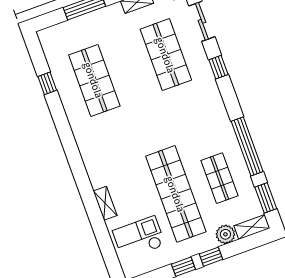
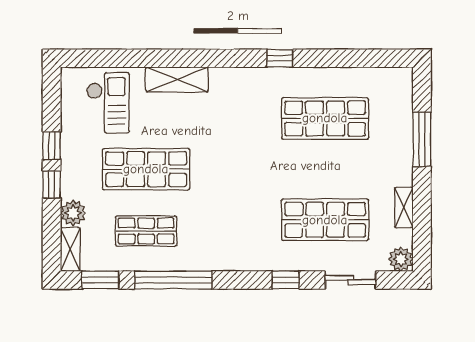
window: (47, 83) -> (280, 58), moved
shop shelf: (176, 194) -> (146, 169), width x0.71
shelving: (105, 203) -> (177, 79), width x1.50, depth x1.33

